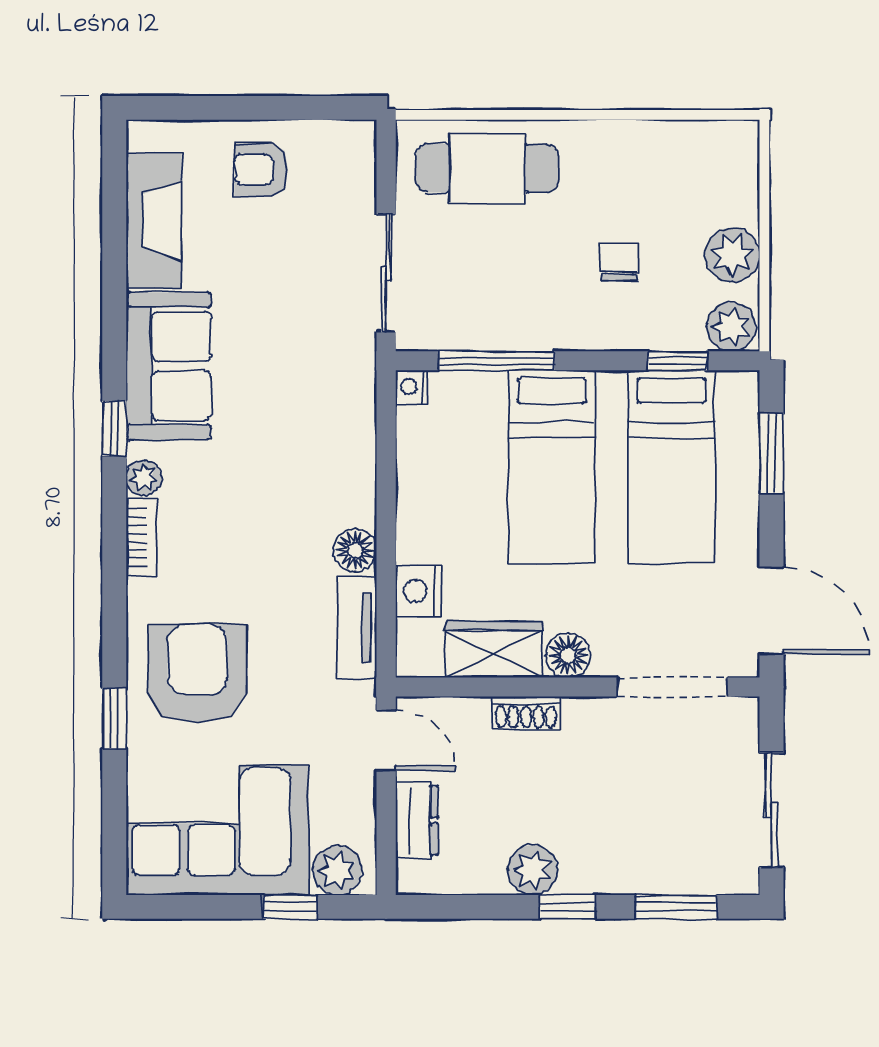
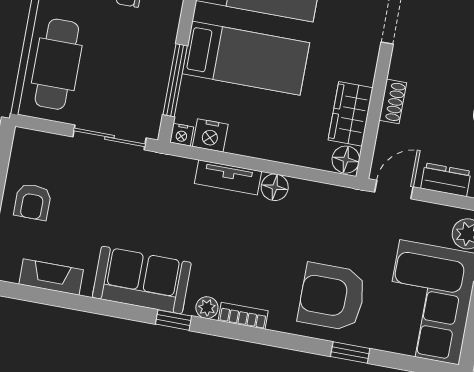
fireplace: (154, 221) -> (51, 277), width x0.73, depth x0.76
nightstand: (419, 591) -> (210, 135), moved
tv unit: (357, 627) -> (228, 177), moved
floor lamp: (568, 655) -> (346, 160), moved

